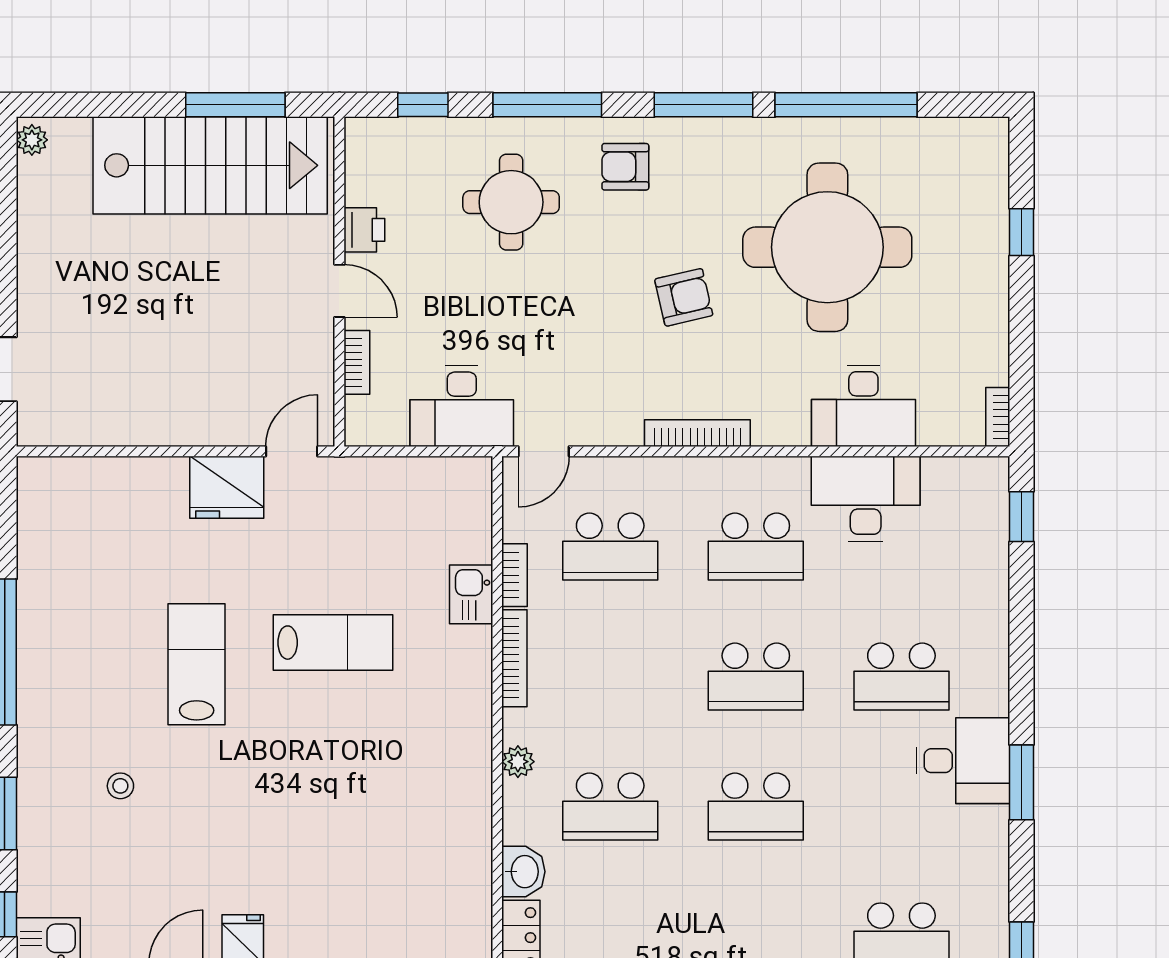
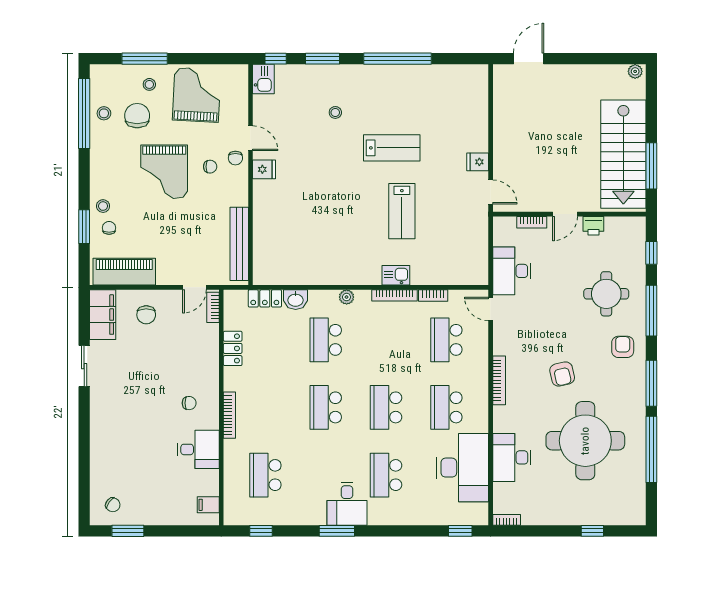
fridge: (227, 487) -> (478, 162), width x0.53, depth x0.75
desk: (866, 499) -> (463, 468), width x1.36, depth x1.30
kitchen sink: (471, 594) -> (396, 275), moved

